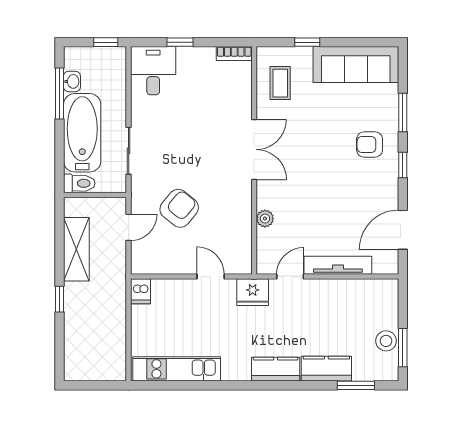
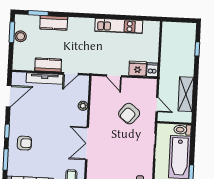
door: (129, 227) -> (157, 105), swing flipped
fridge: (253, 292) -> (138, 69), moved
window: (59, 299) -> (197, 49), moved
kitchen unit: (177, 369) -> (119, 26), moved
kitchen counter: (276, 369) -> (48, 65), moved, turned 180

